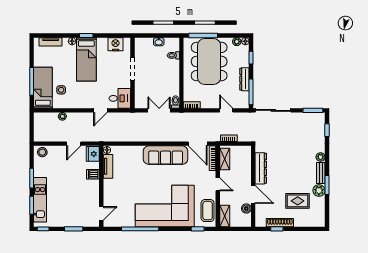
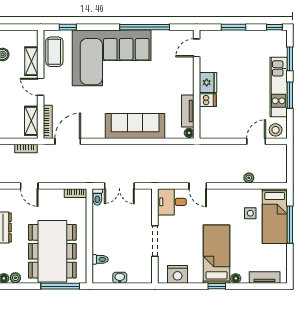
door: (100, 110) -> (198, 186), swing flipped
door: (74, 144) -> (256, 141), moved
door: (198, 144) -> (68, 141), hinge flipped
fridge: (93, 154) -> (208, 83), moved
sofa: (166, 155) -> (135, 126), moved
kitchen unit: (40, 200) -> (279, 87), moved
shelving: (225, 216) -> (31, 61), moved

